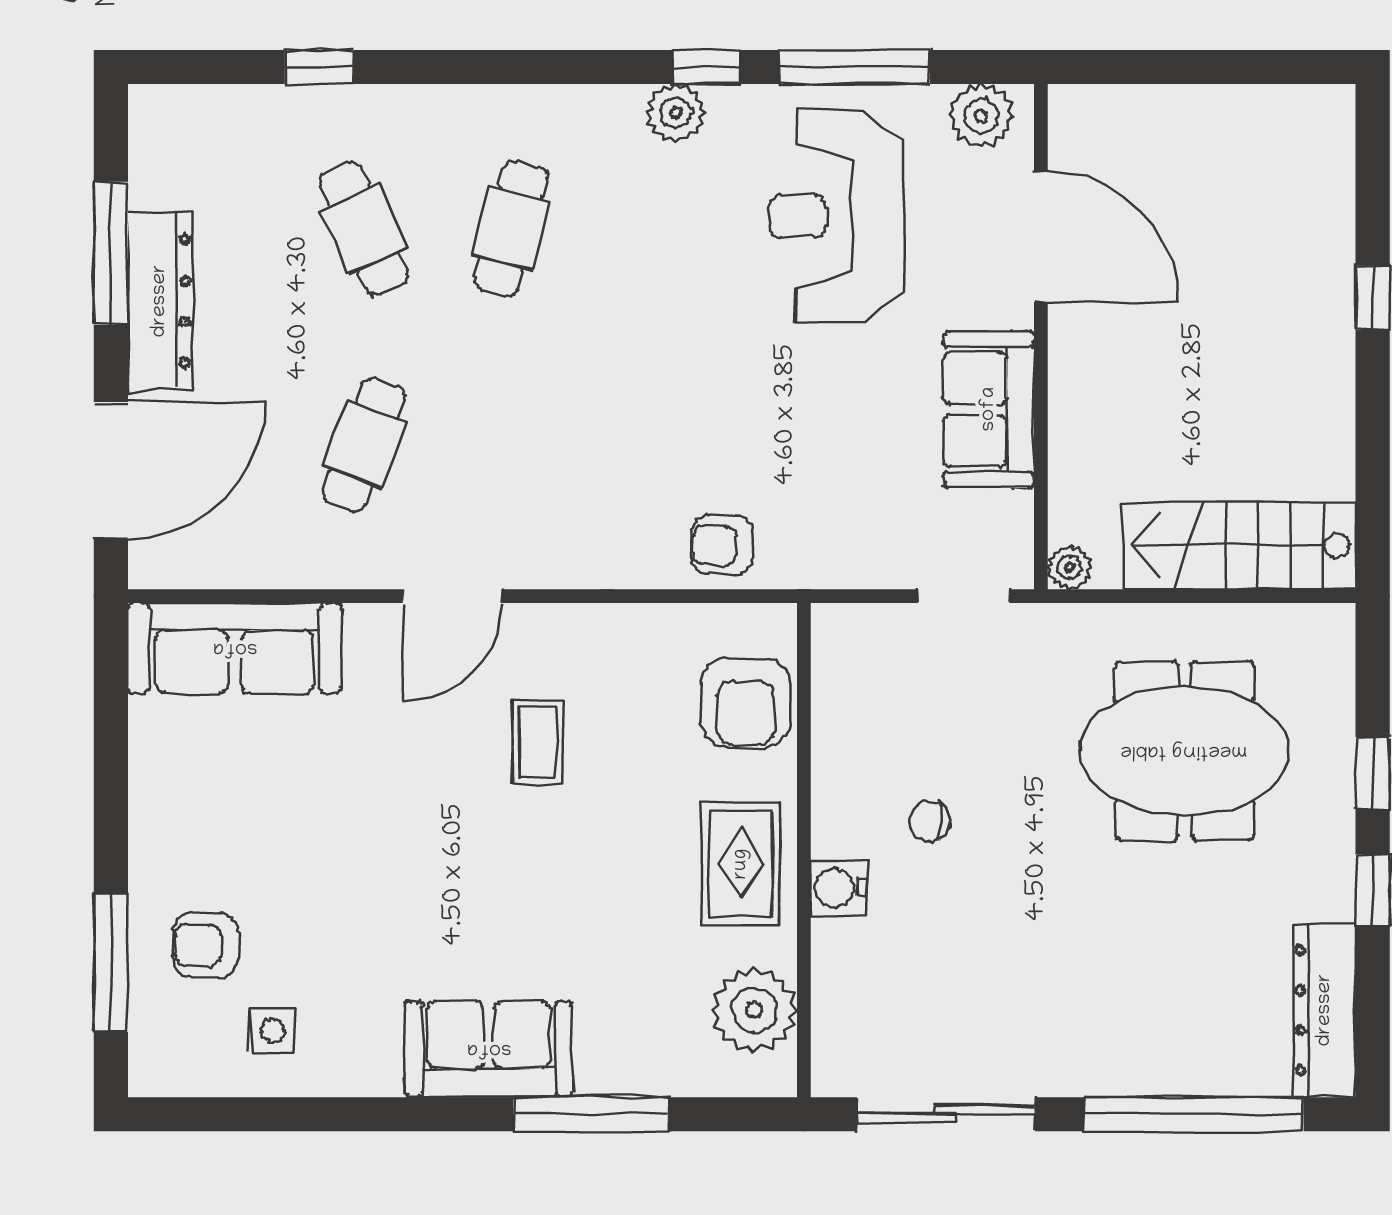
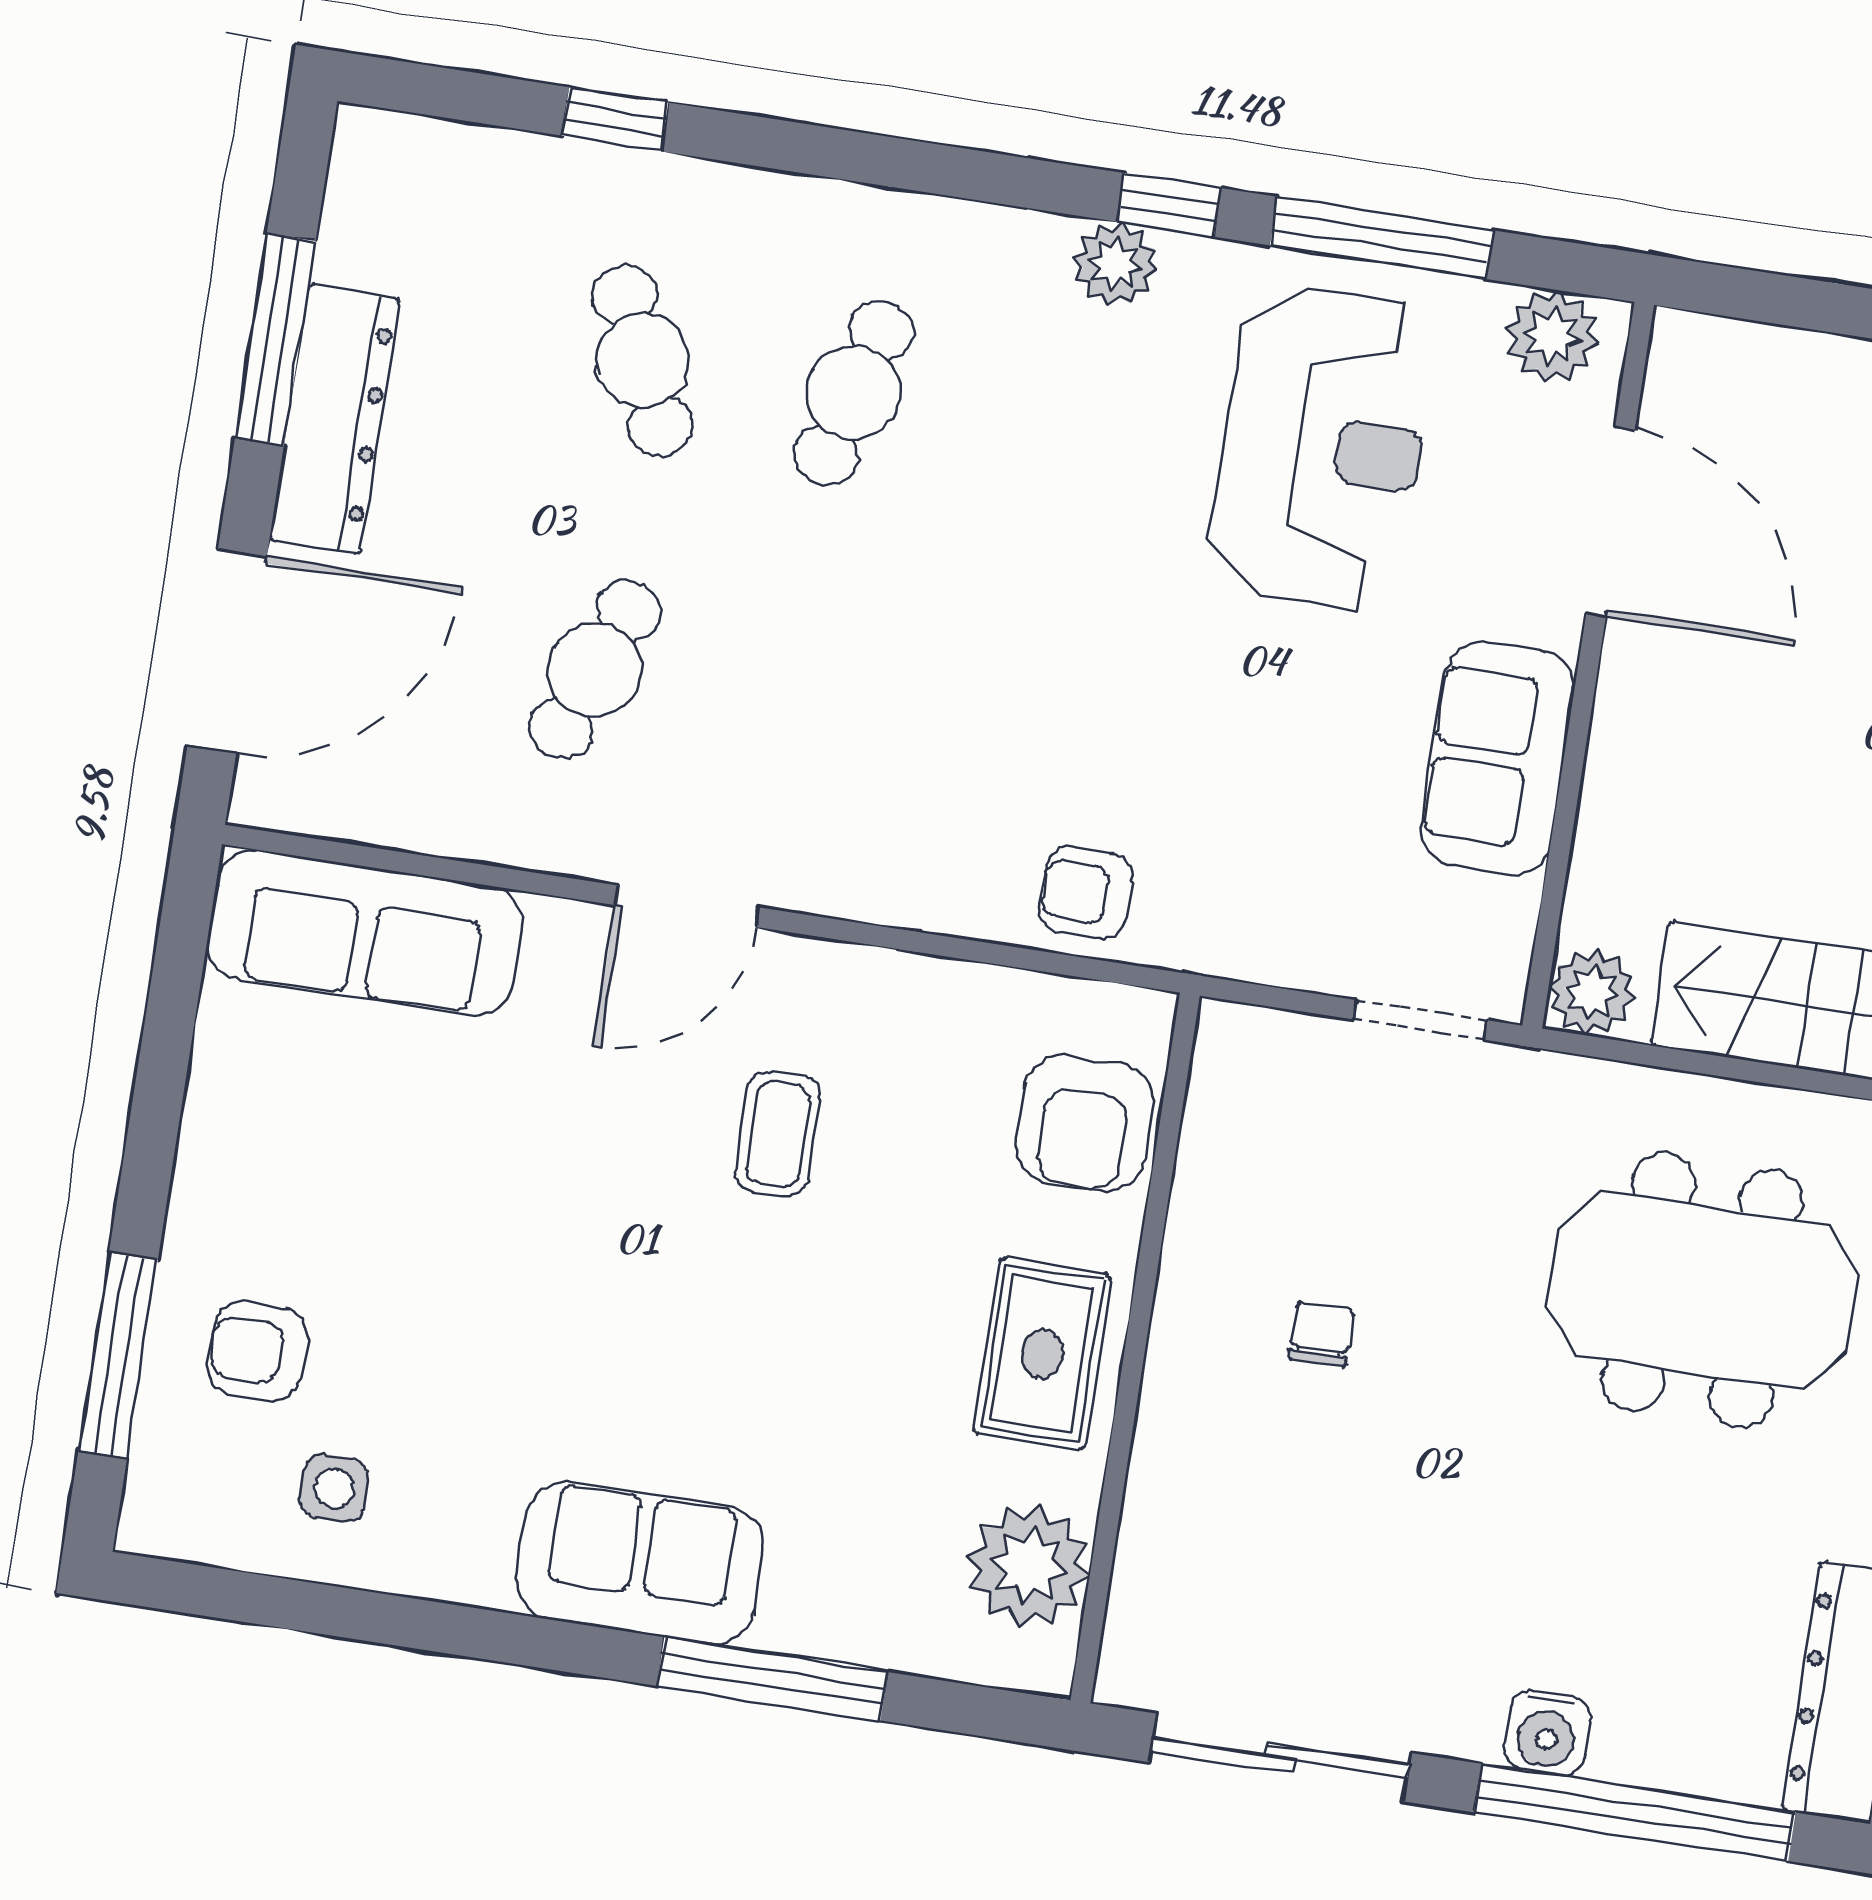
reception desk: (836, 216) -> (1322, 448), turned 180
plant: (1069, 568) -> (1592, 992), width x1.38, depth x1.38
chair: (929, 821) -> (1321, 1334), turned 90
water cooler: (839, 888) -> (1547, 1733), moved, turned -90

